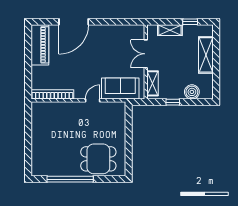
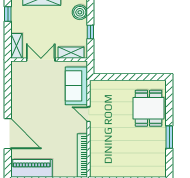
shelving: (170, 30) -> (16, 46), moved
double door: (146, 54) -> (41, 60), swing flipped
window: (70, 179) -> (169, 137), width x0.47

